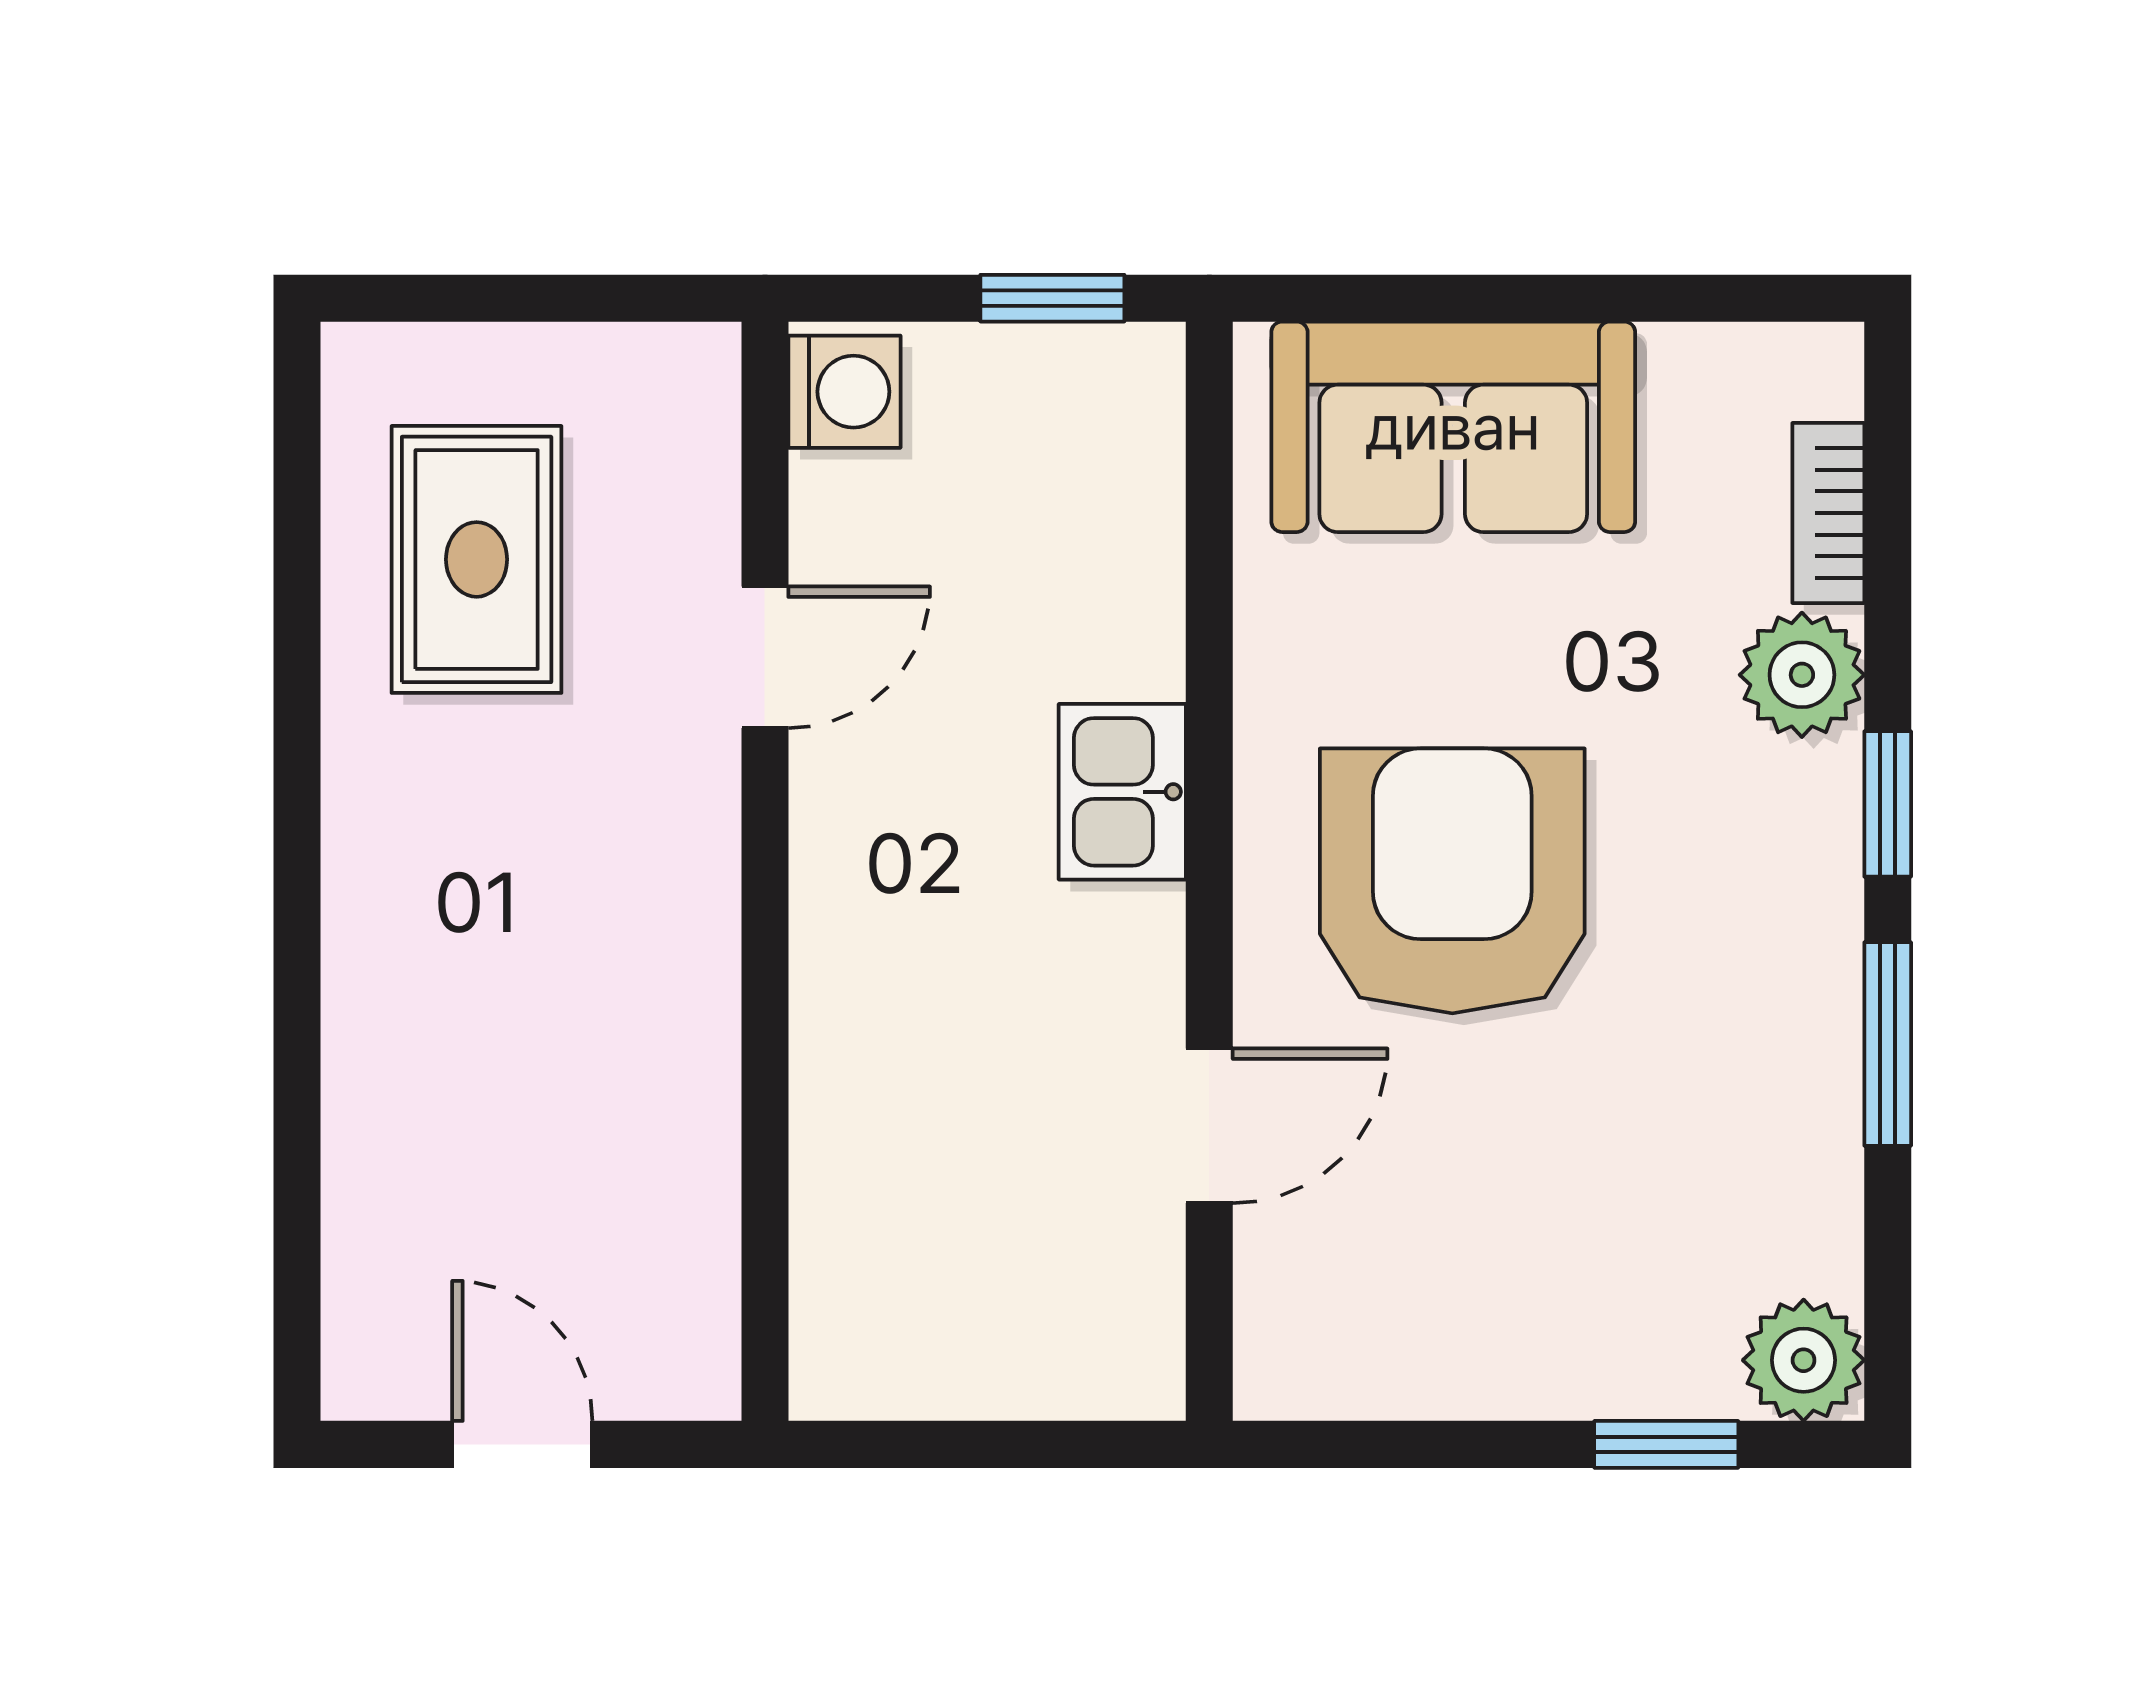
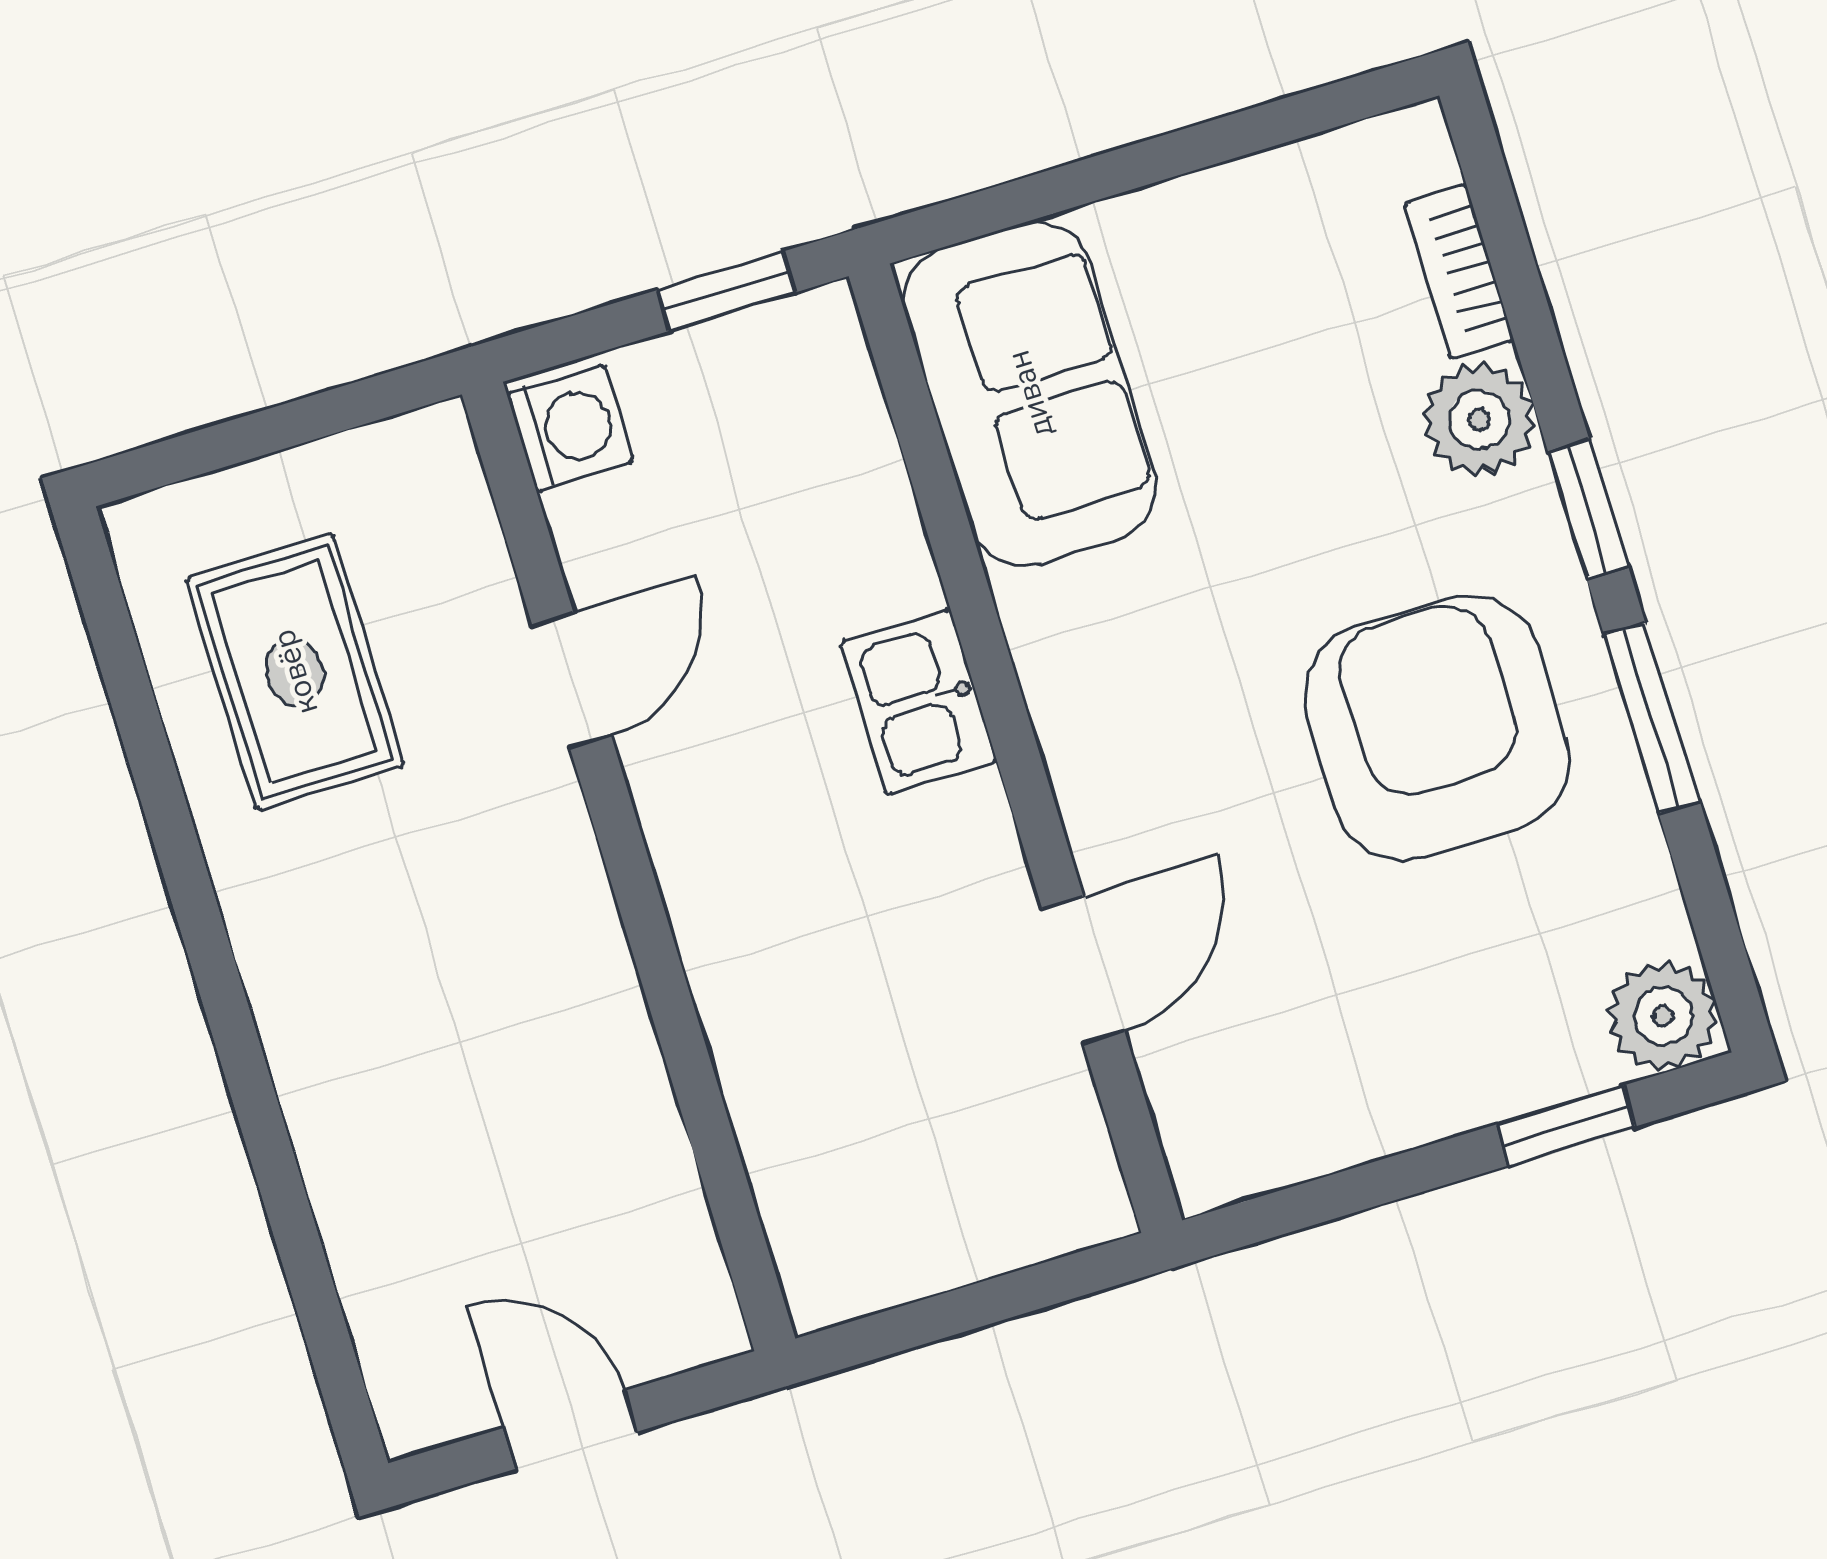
sofa: (1453, 427) -> (1030, 394), moved, turned -90
armchair: (1452, 881) -> (1436, 728), moved

